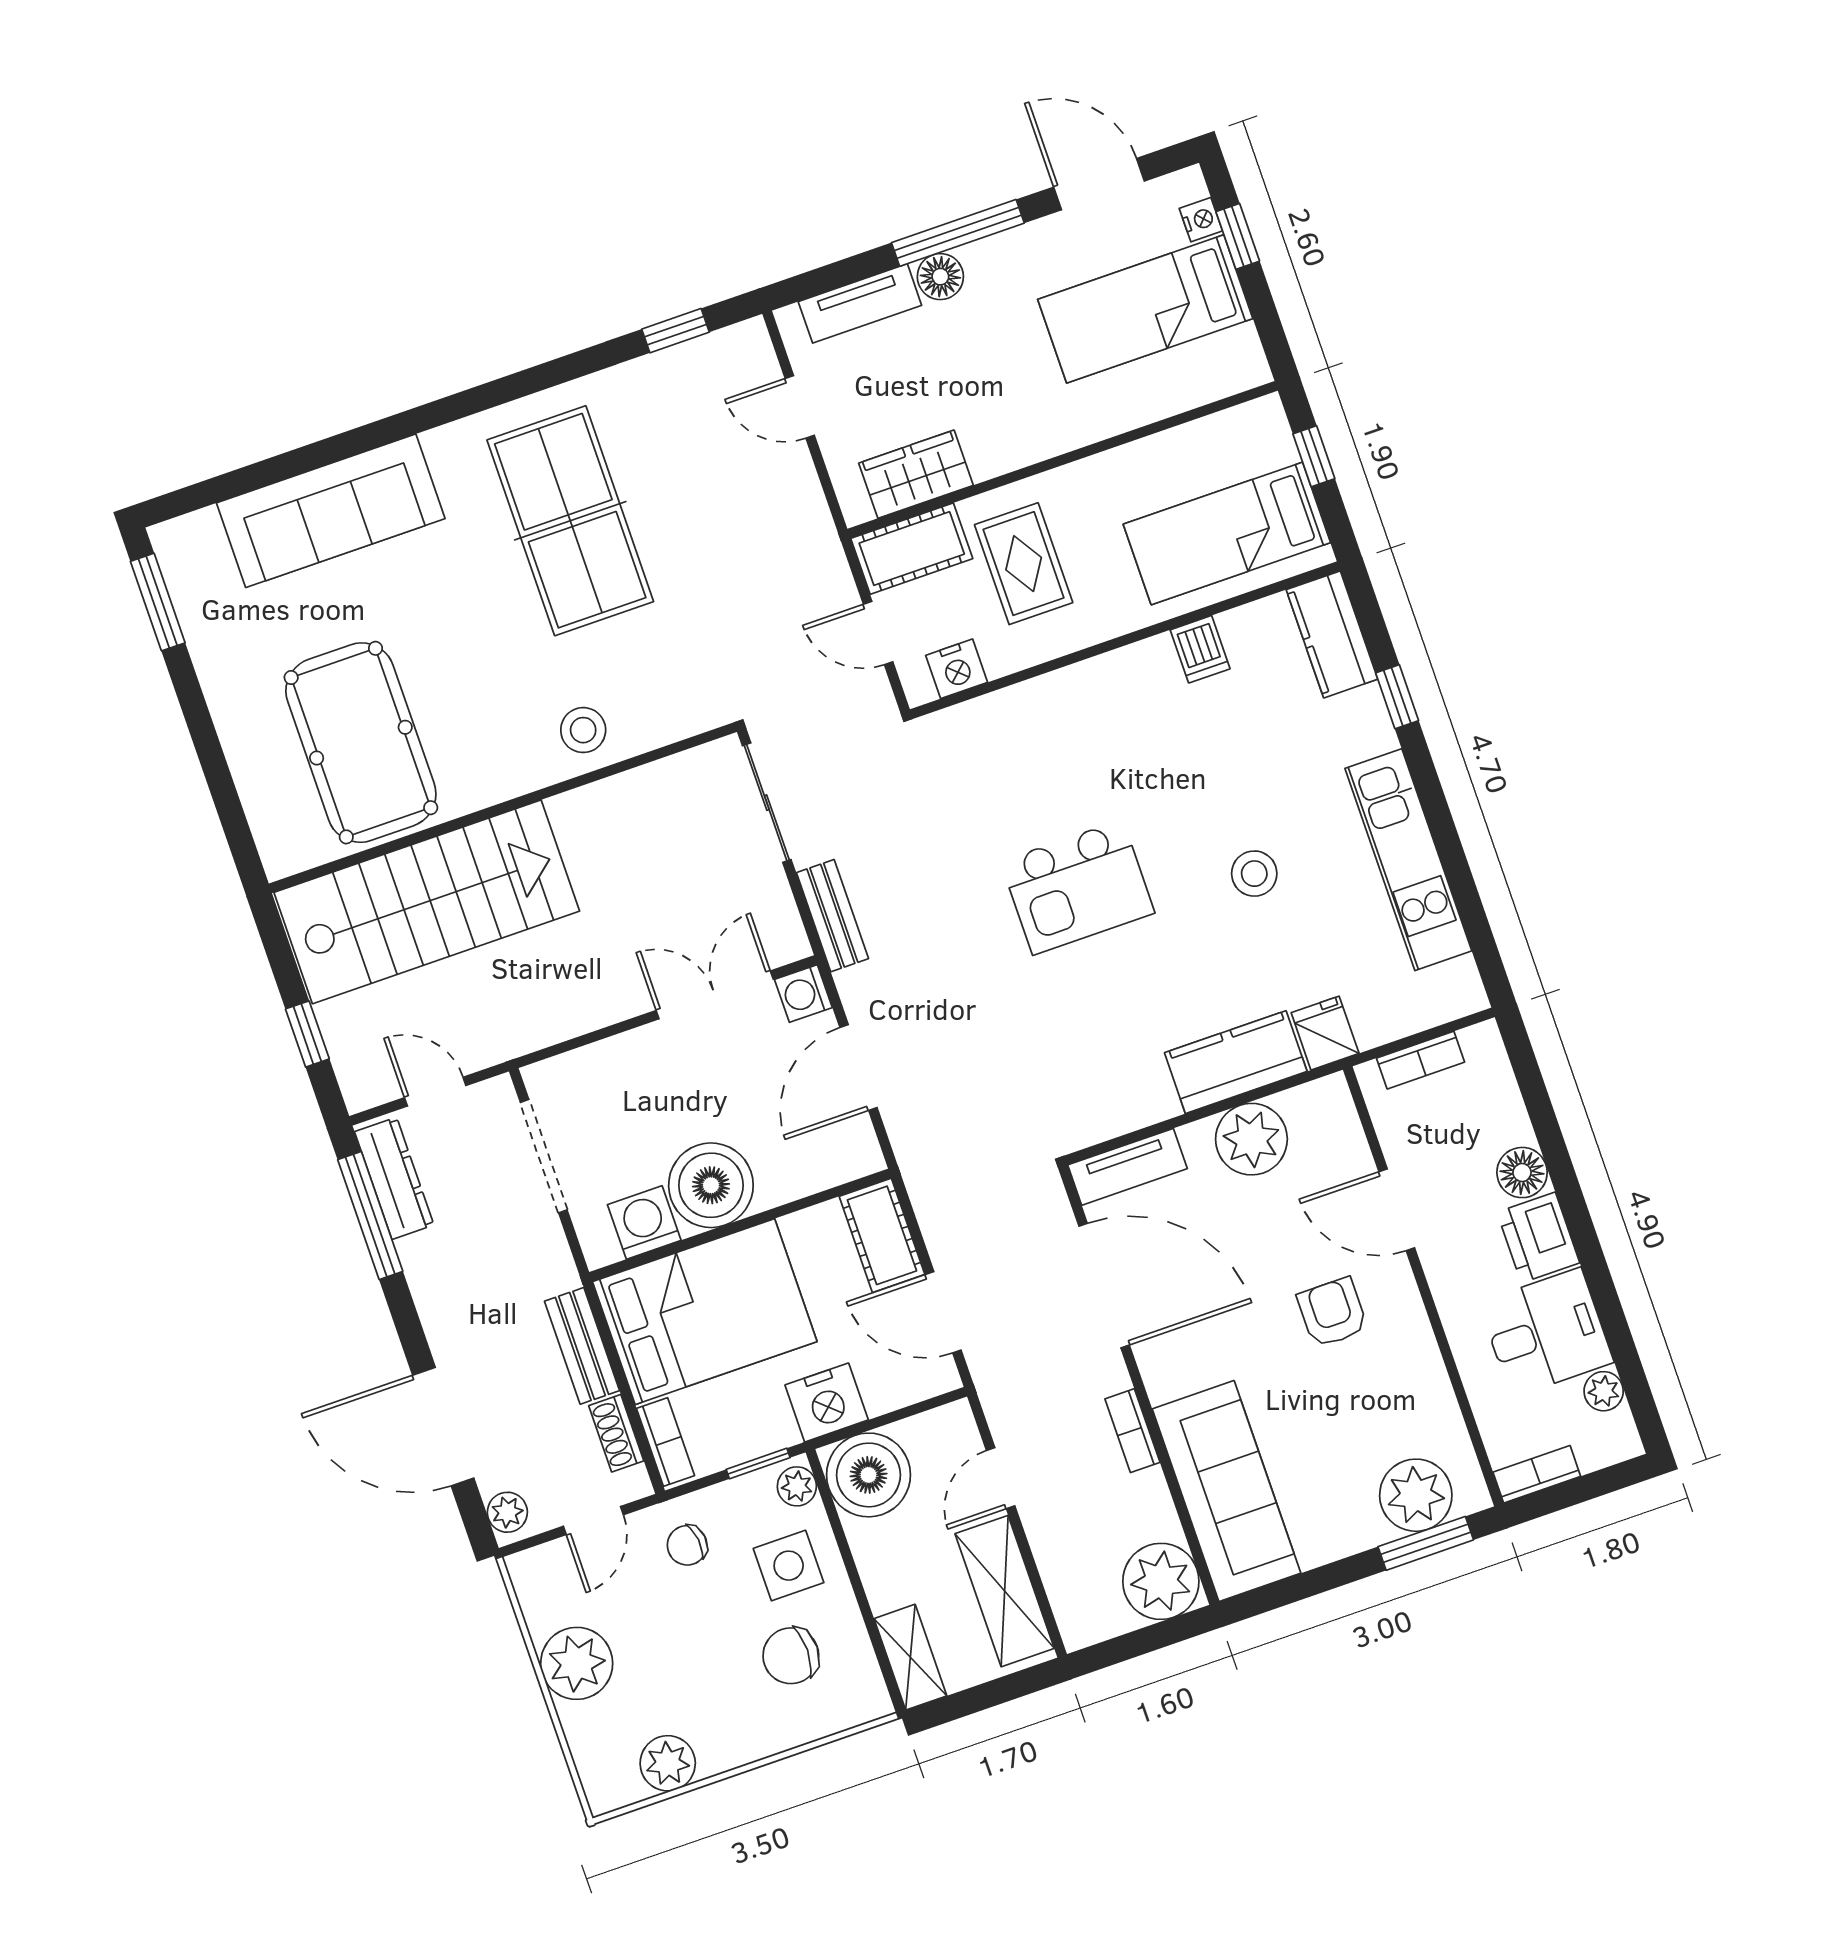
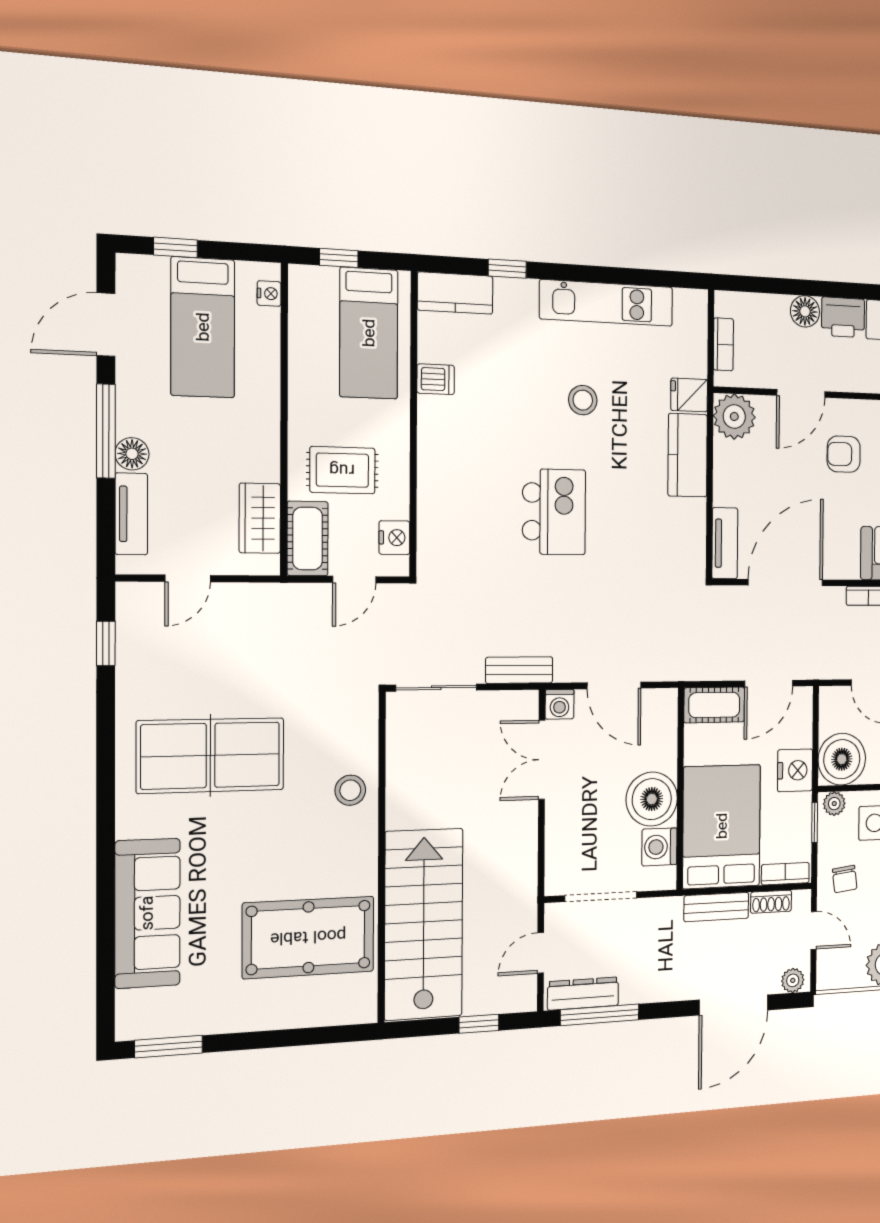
nightstand: (1201, 220) -> (269, 294), moved, turned 90
plant: (1251, 1139) -> (734, 417), moved

